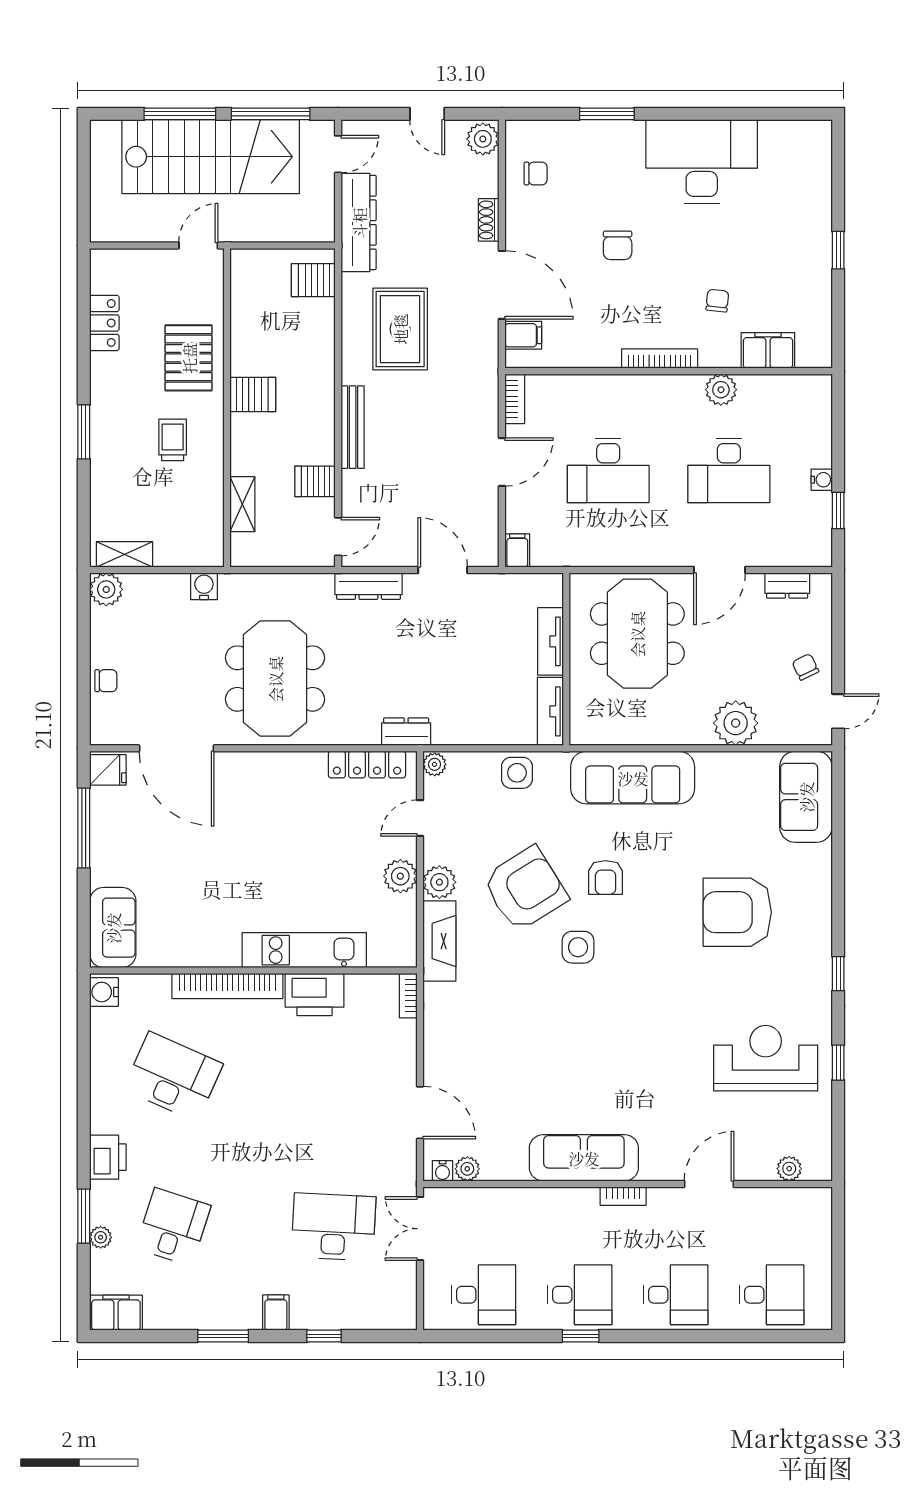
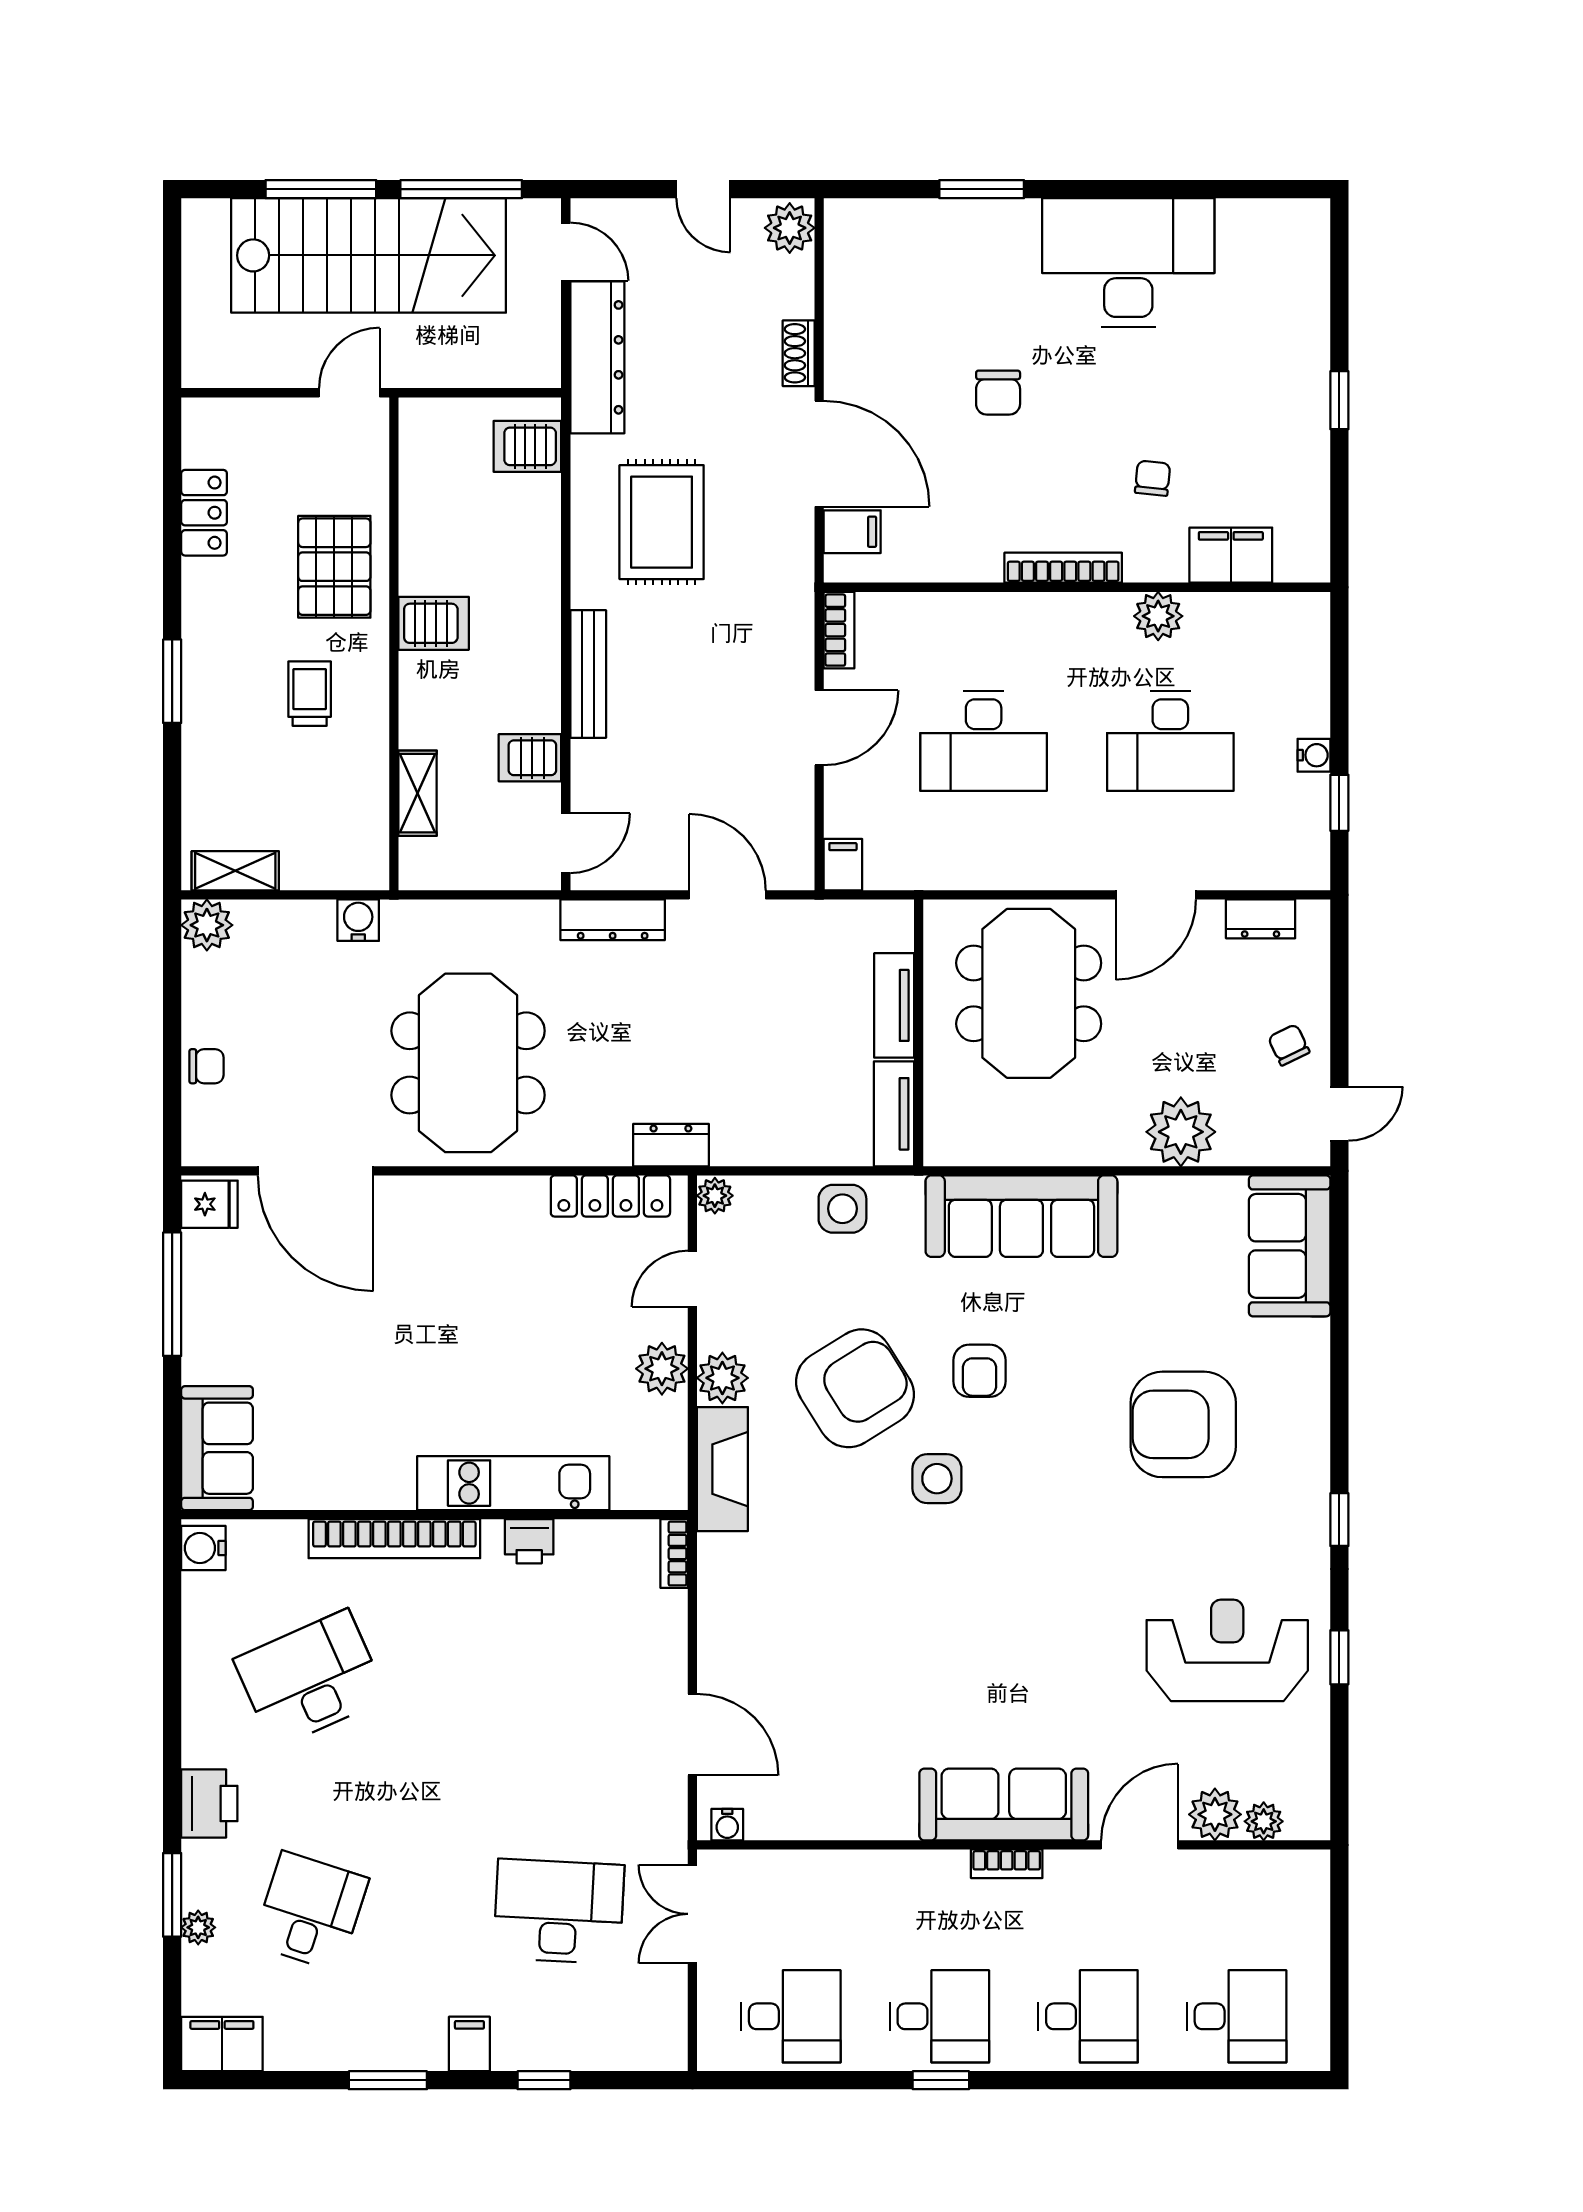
door: (338, 154) -> (566, 252), hinge flipped
chair: (536, 174) -> (871, 281), removed
printer: (315, 995) -> (529, 1541), width x0.53, depth x0.68
desk: (173, 1077) -> (310, 1679), turned -48
sofa: (584, 1158) -> (1004, 1805), moved
plant: (467, 1169) -> (1215, 1814), moved, width x1.38, depth x1.38

